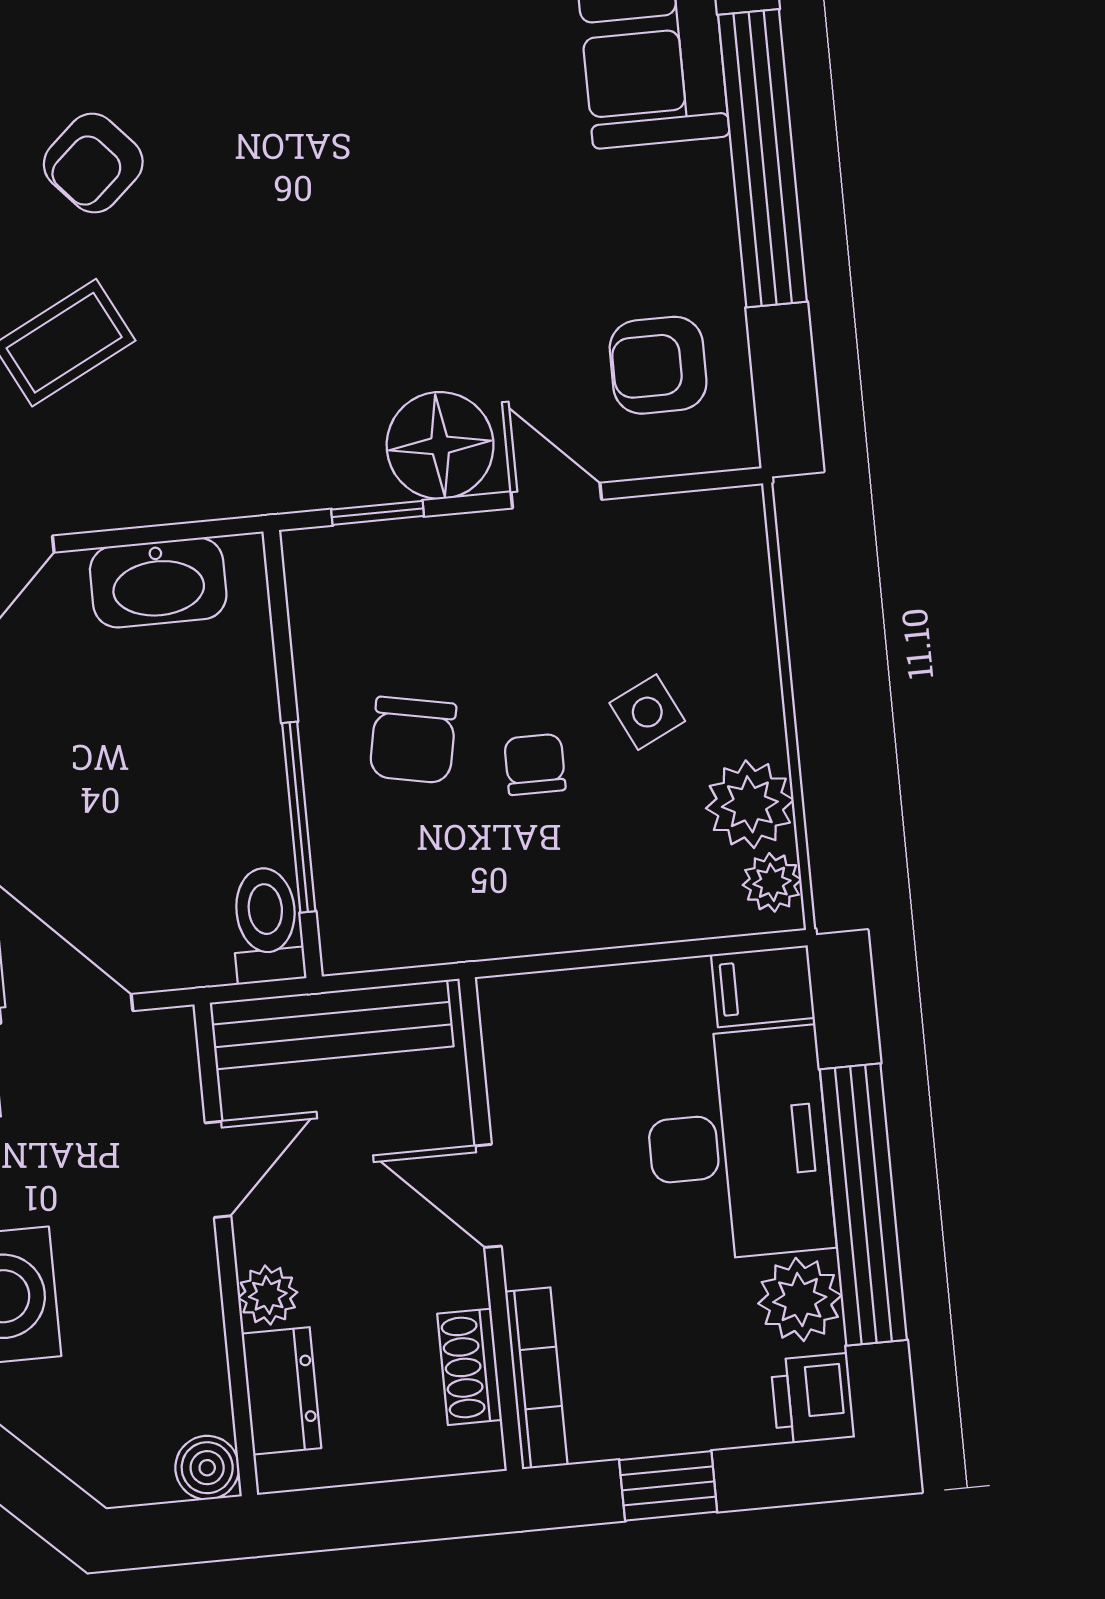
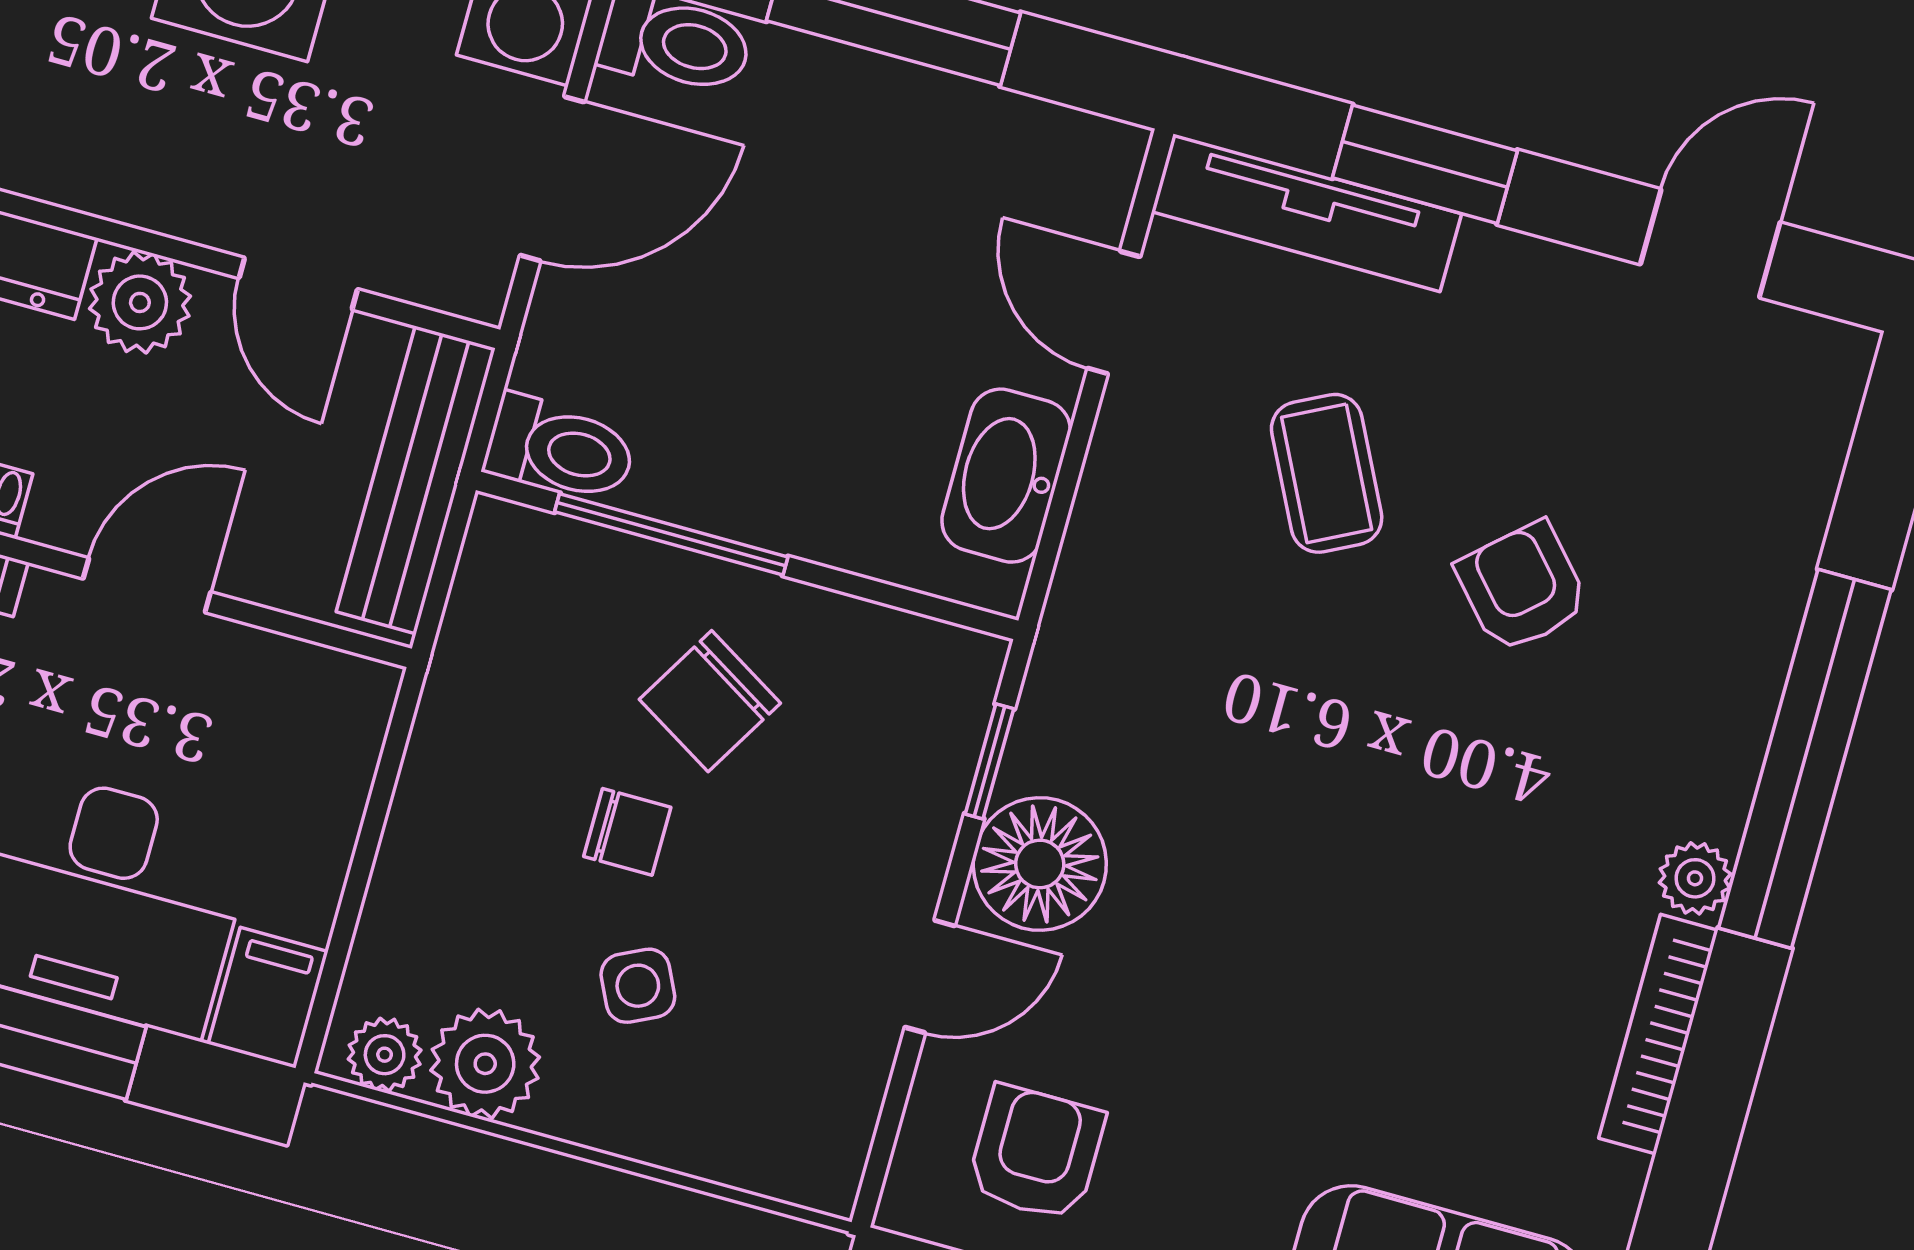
chair: (413, 740) -> (710, 701), turned -70
plant: (268, 1295) -> (140, 302), width x1.38, depth x1.38

